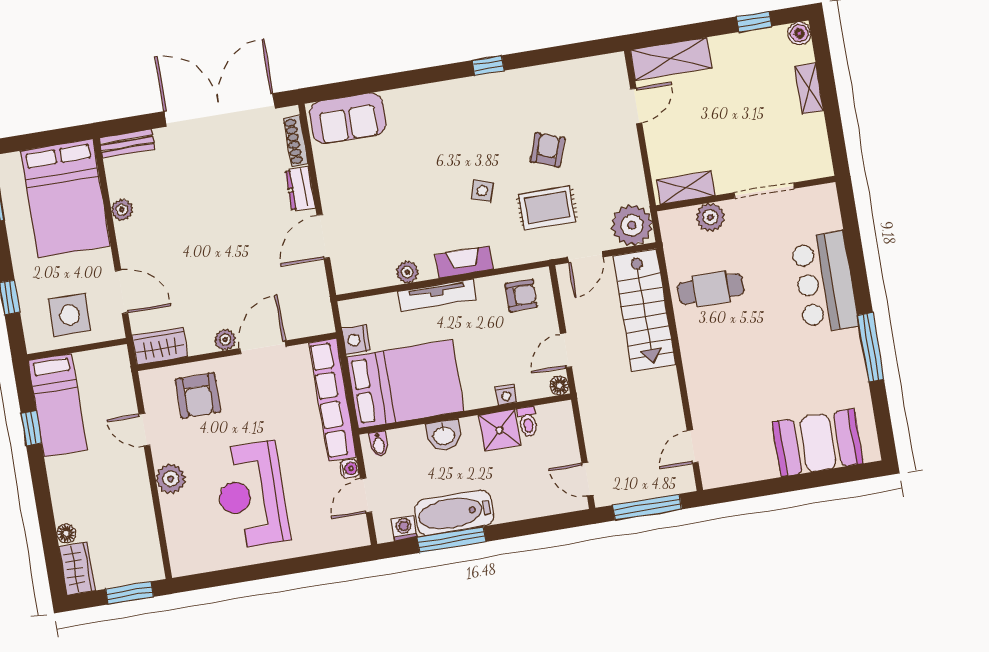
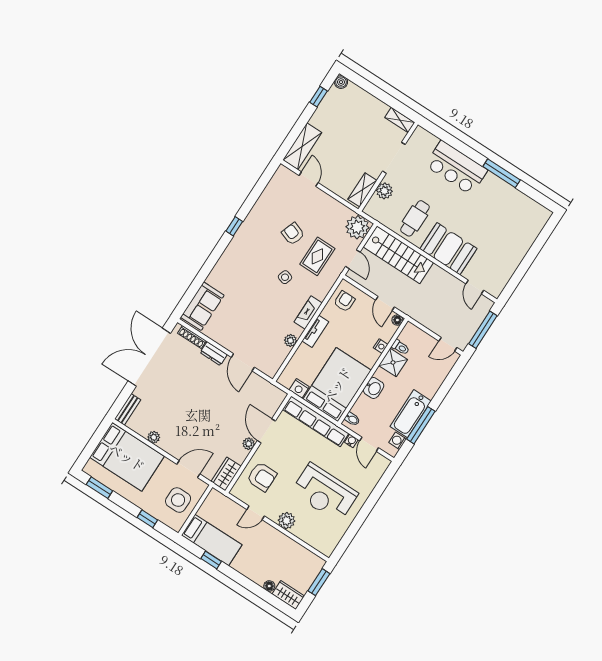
shelving: (809, 88) -> (400, 120), moved
tv unit: (437, 295) -> (315, 331), width x0.71
booth: (818, 443) -> (448, 249), moved, turned 90

